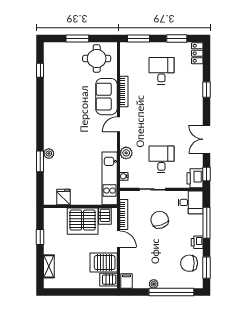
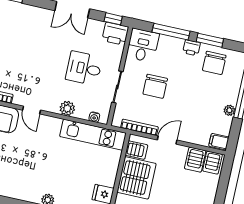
chair: (160, 220) -> (155, 86), turned -71
server rack: (104, 263) -> (195, 160), width x0.73, depth x0.70
window: (207, 268) -> (210, 40), moved

